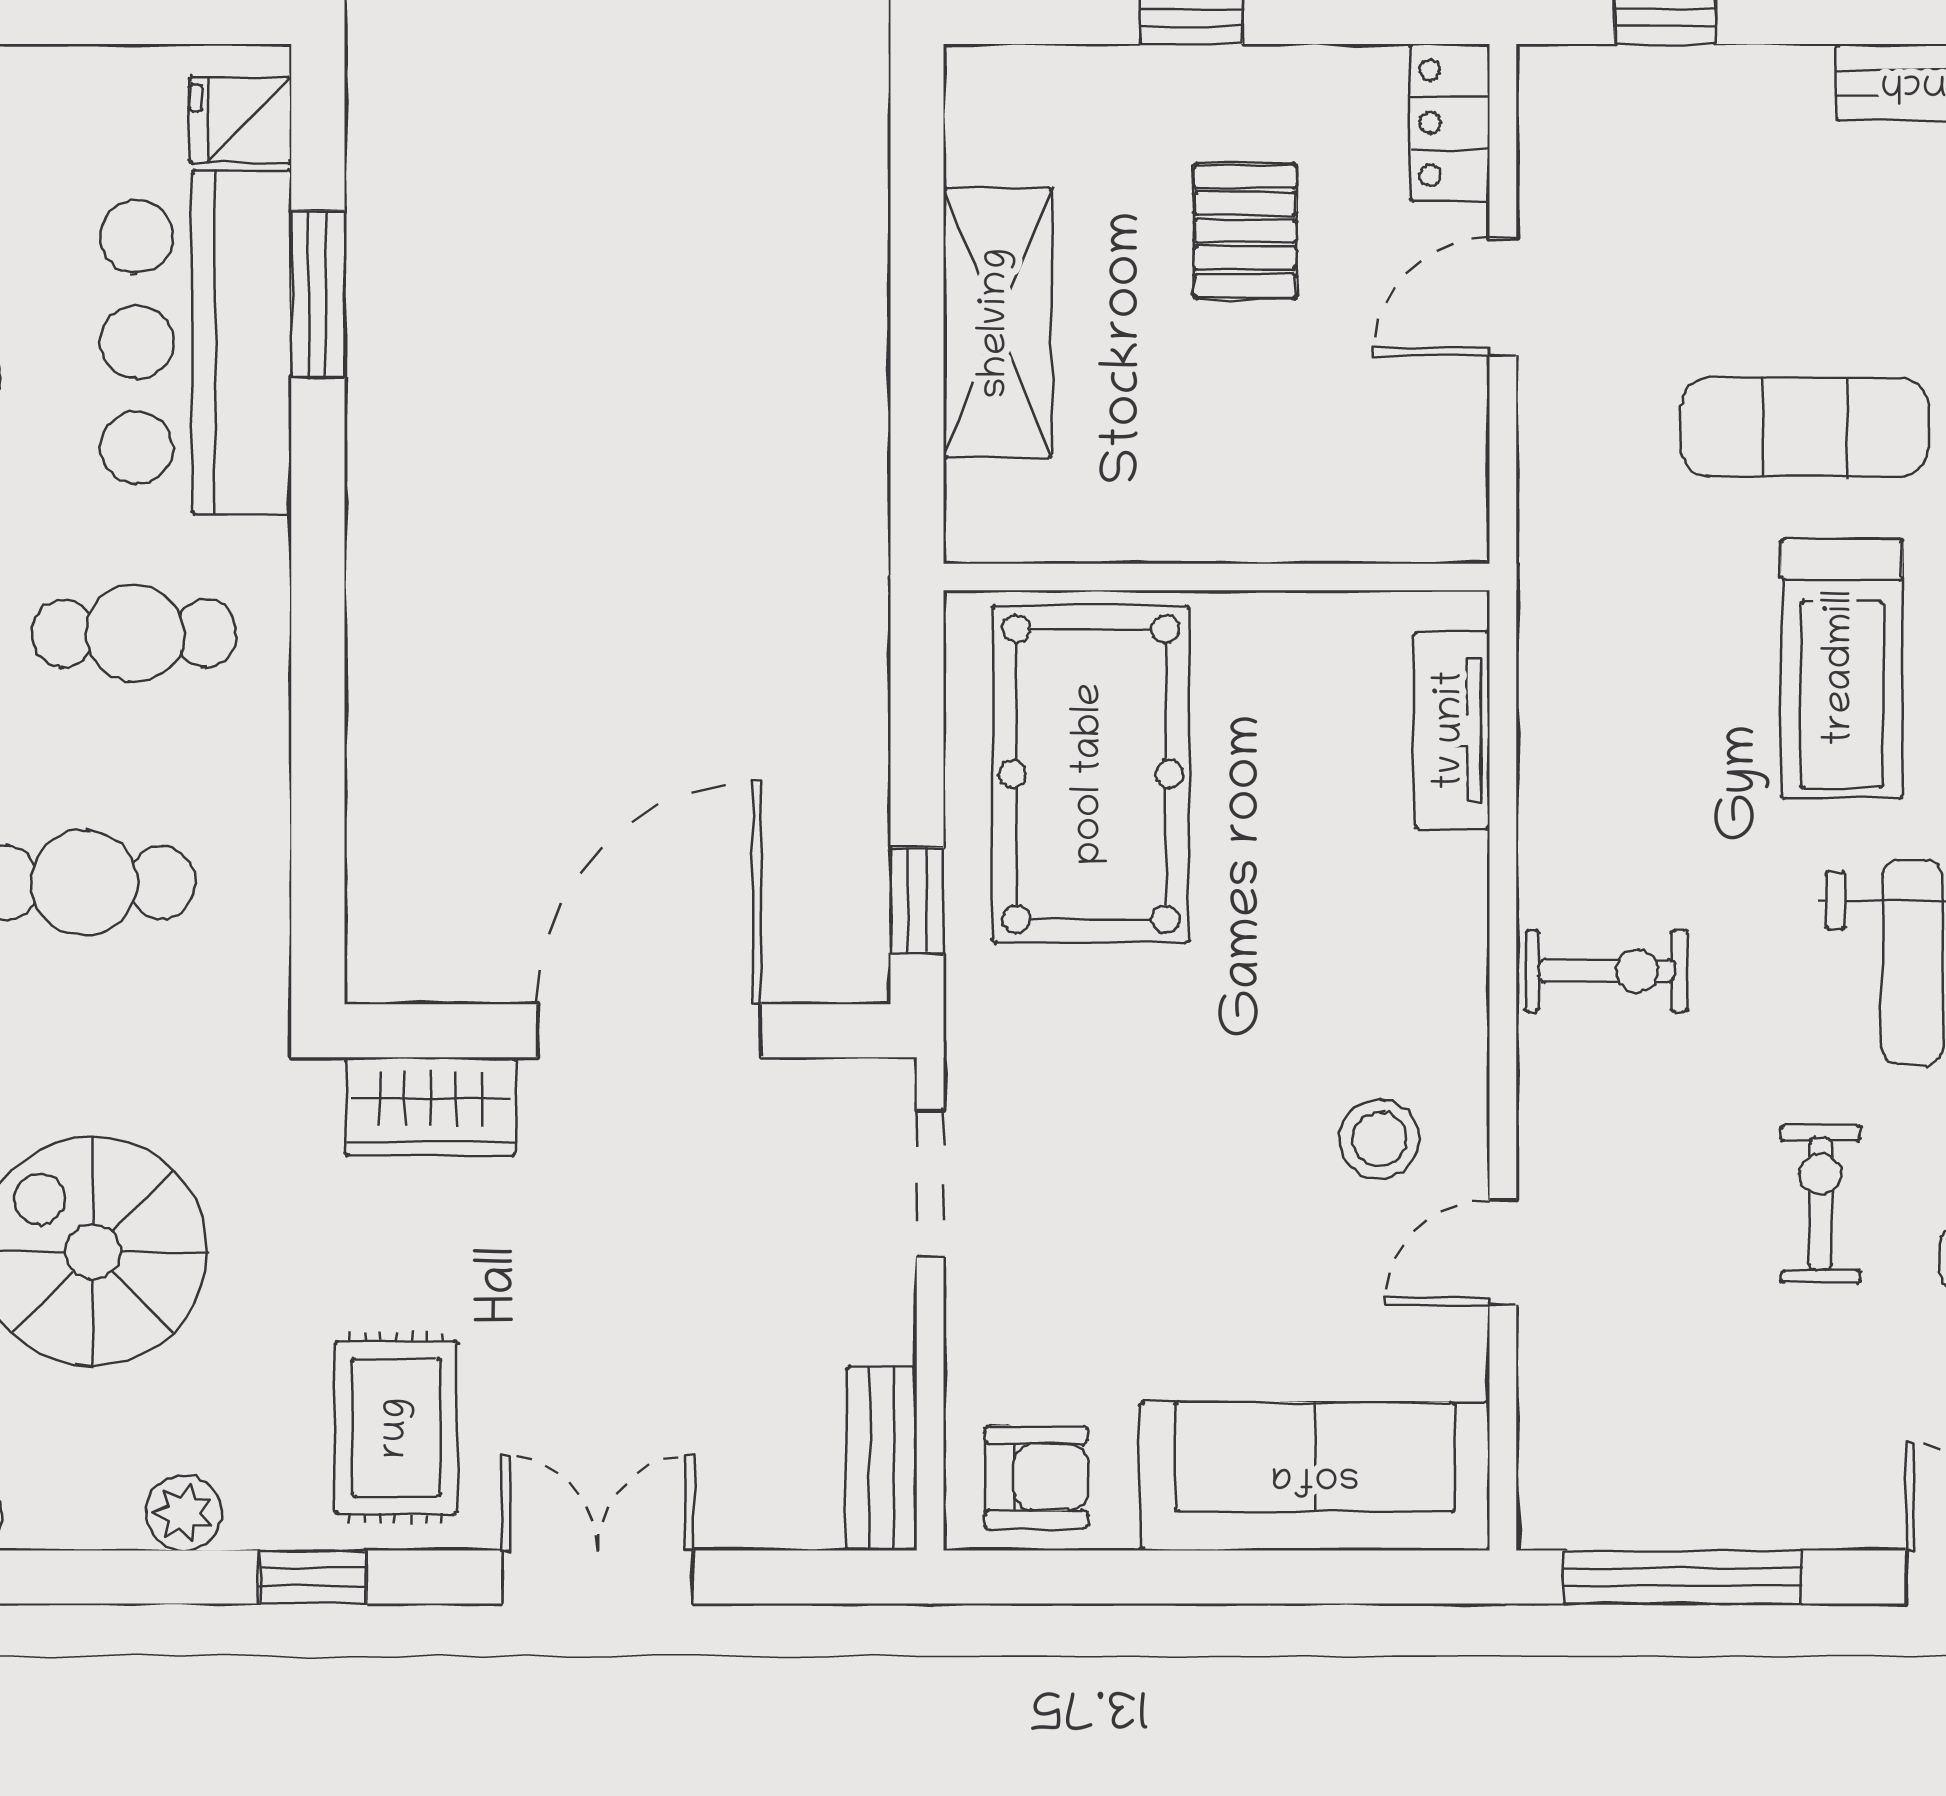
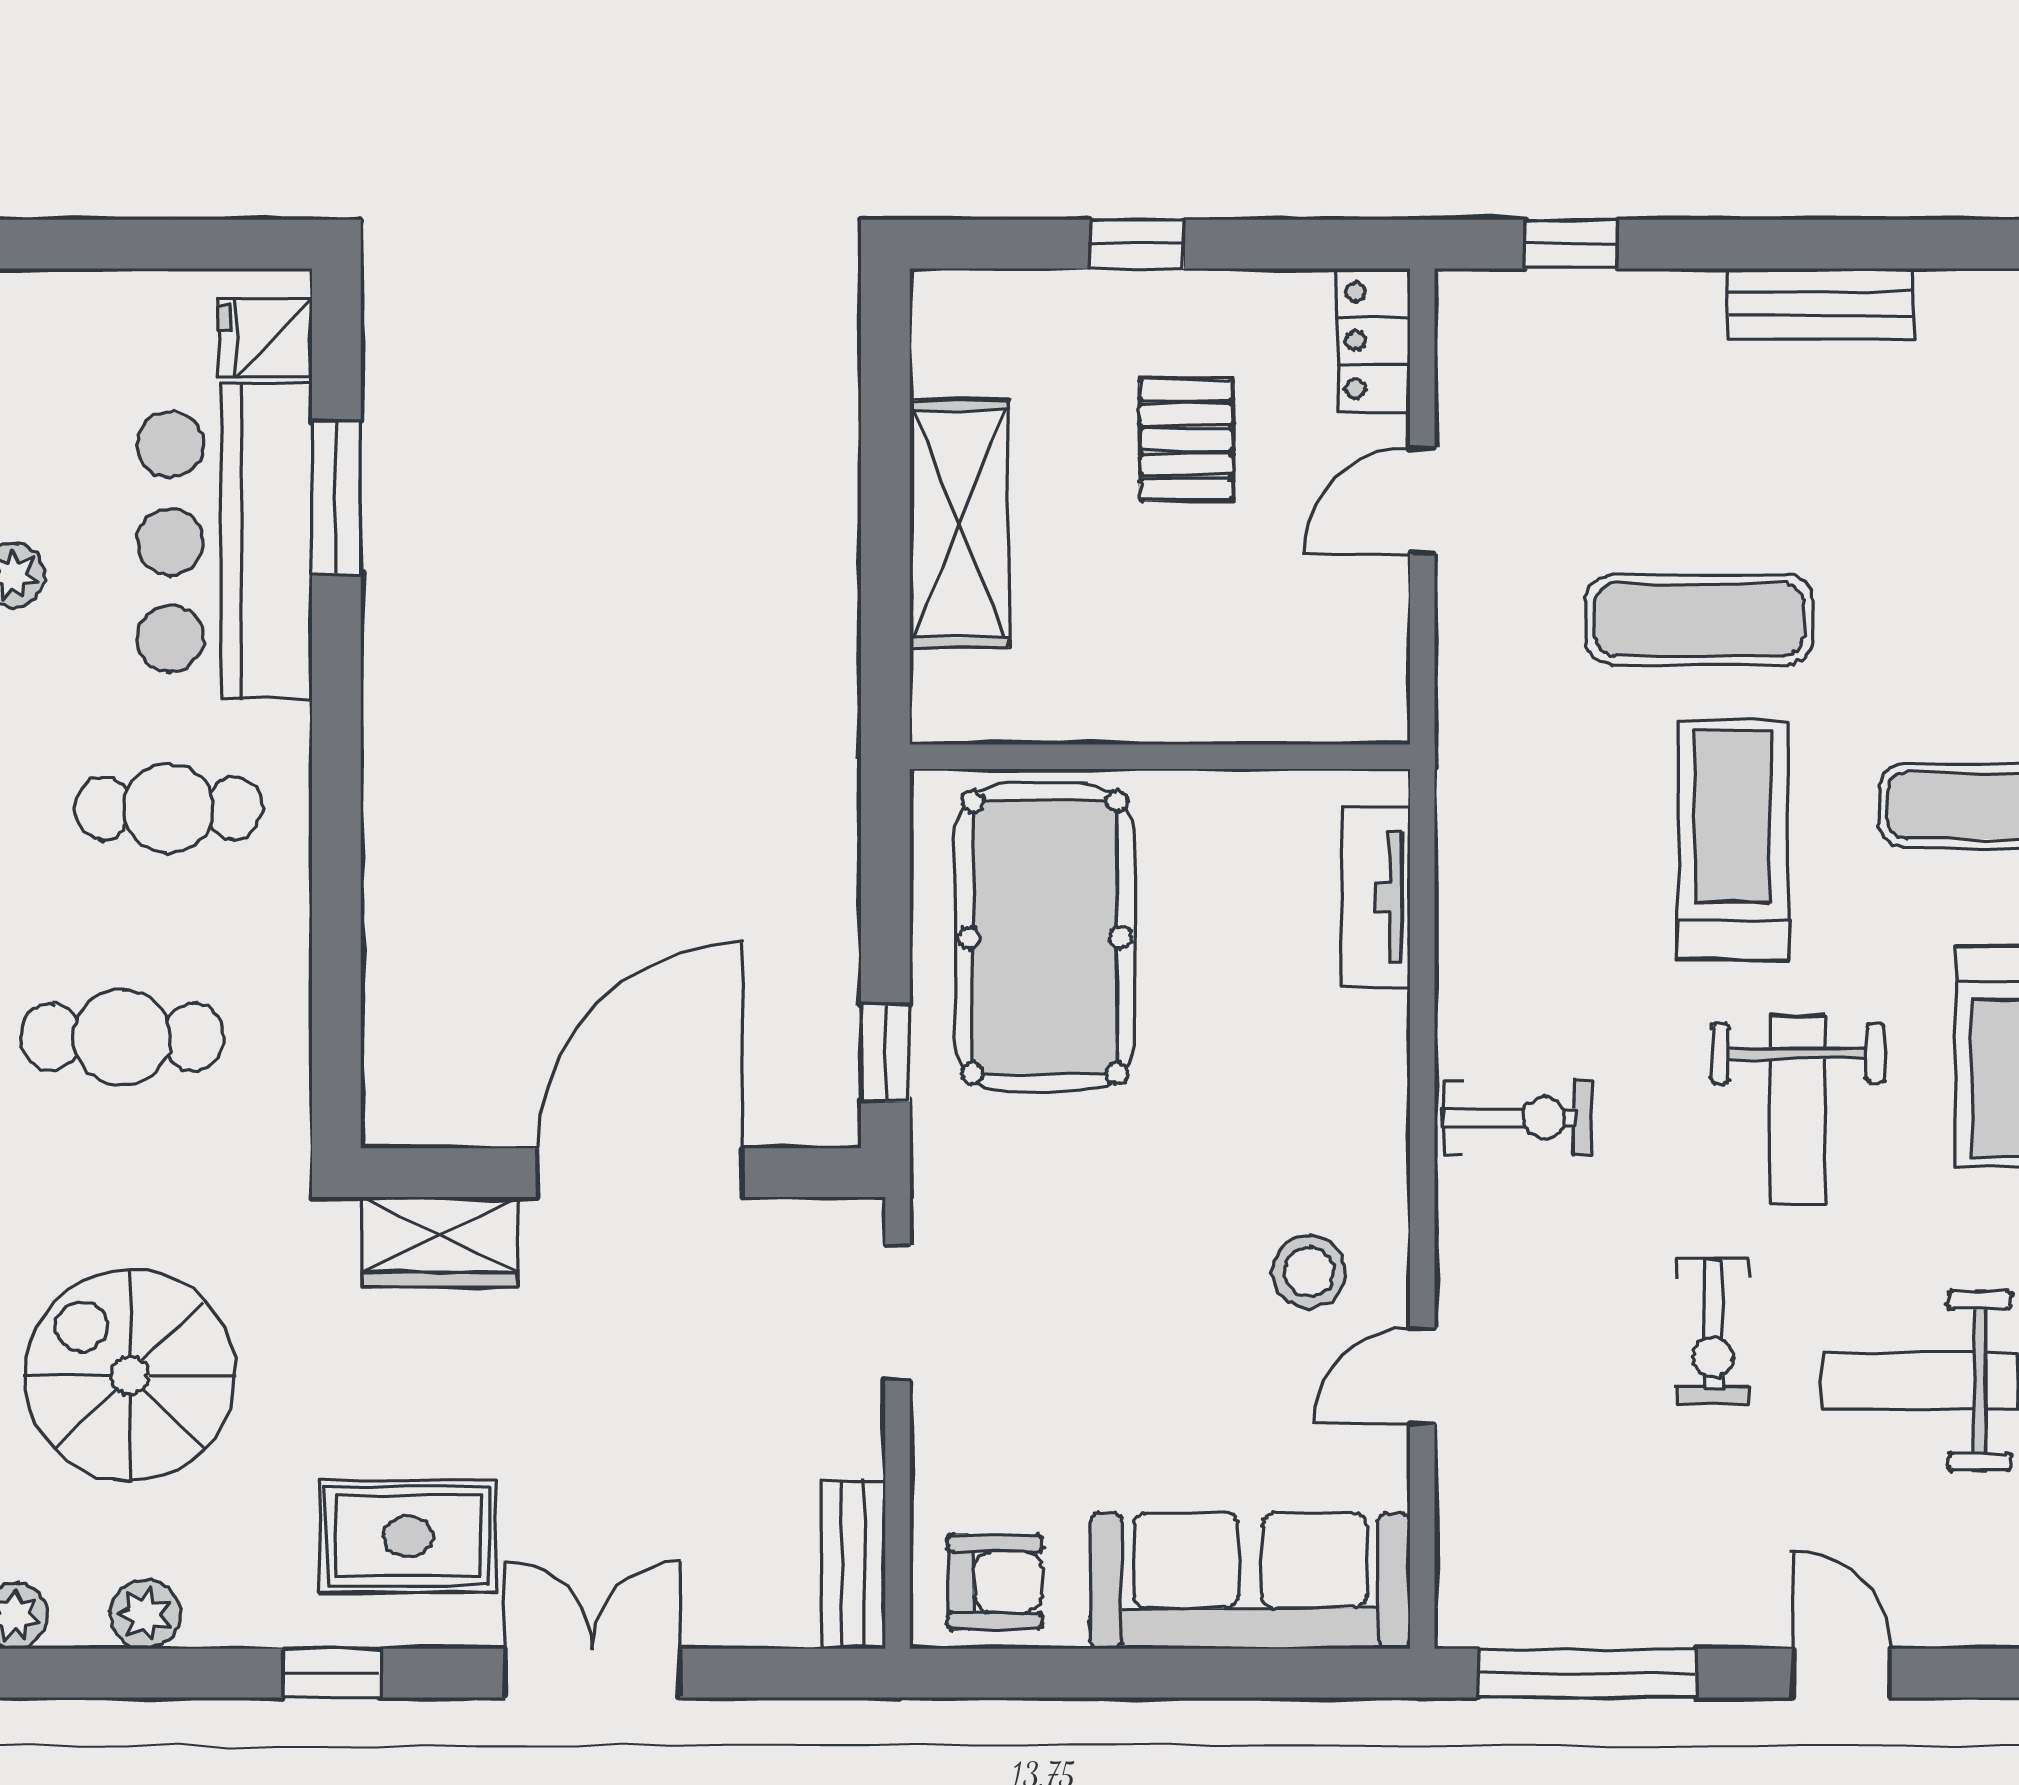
treadmill: (1842, 668) -> (1733, 841), turned 180
exercise bike: (1820, 1204) -> (1713, 1331), turned 180
rug: (396, 1428) -> (408, 1536), turned 90
plant: (184, 1513) -> (145, 1614), moved

